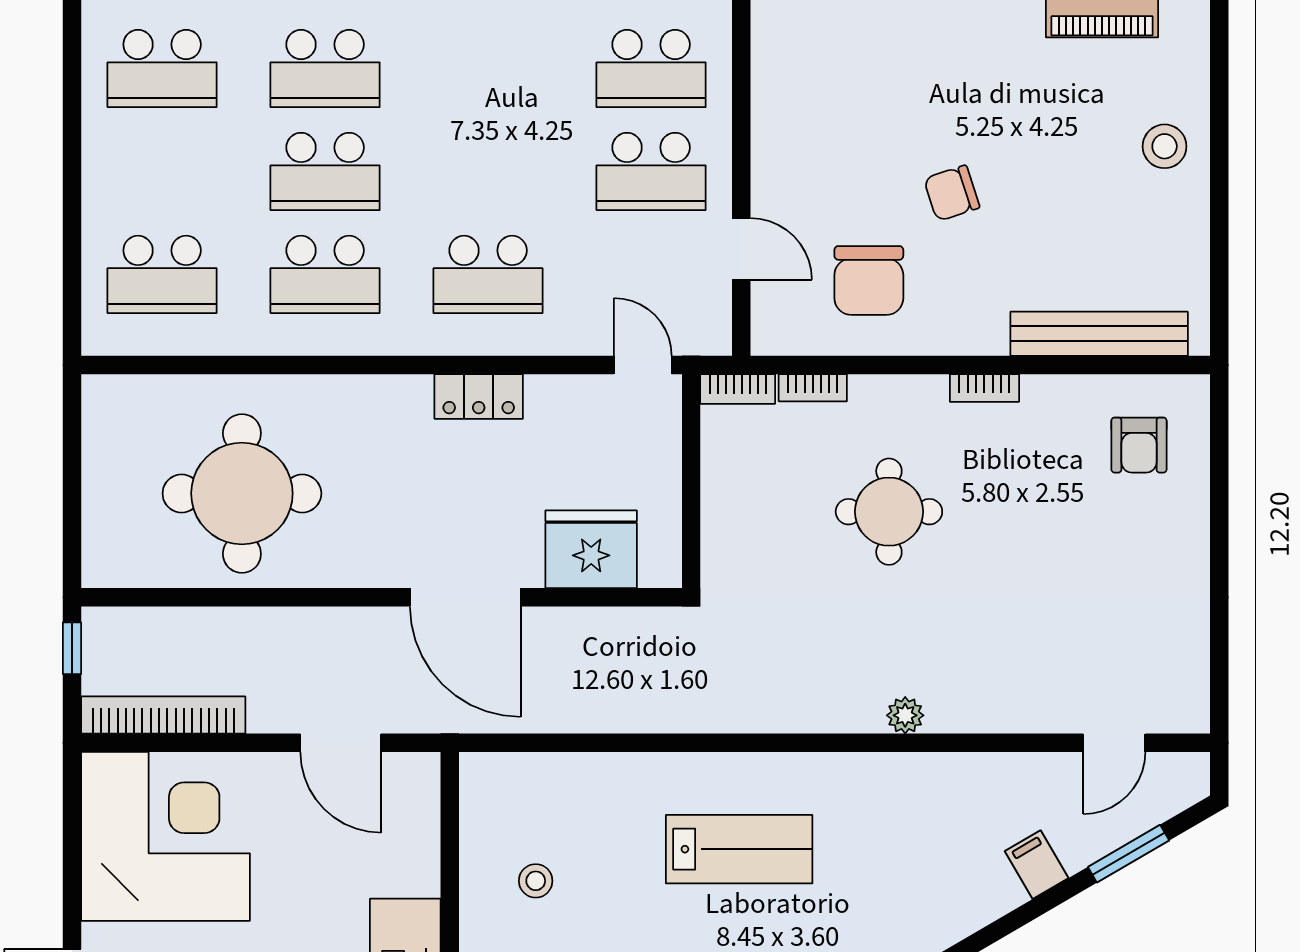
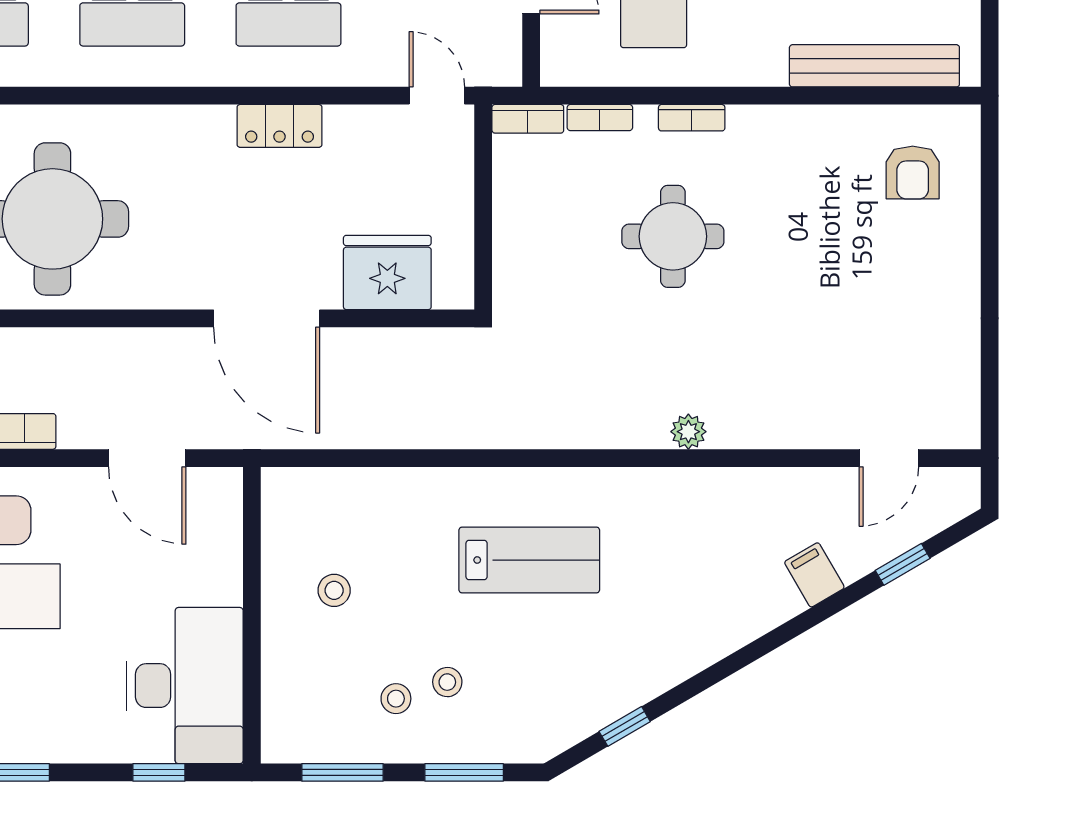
bookcase: (984, 388) -> (692, 118), moved
window: (1129, 854) -> (903, 564), width x0.67

